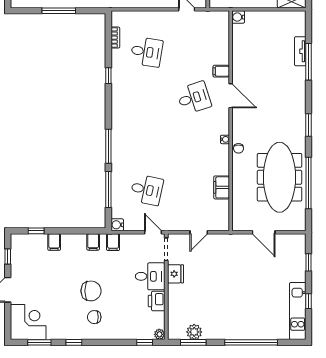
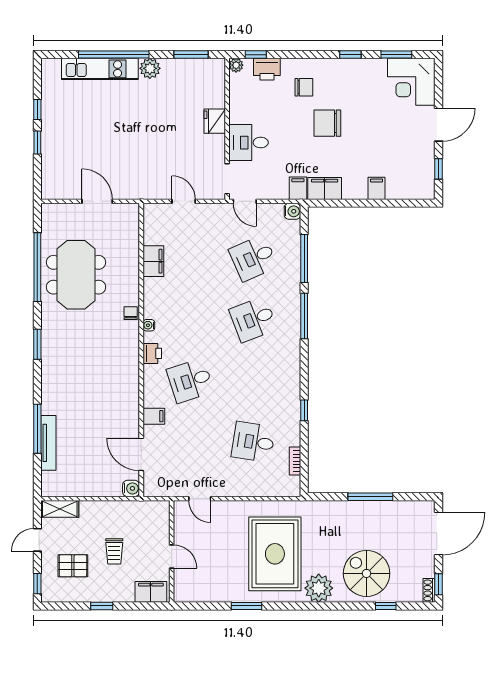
tv unit: (300, 51) -> (48, 443), width x1.41
door: (231, 96) -> (141, 454), moved
printer: (222, 118) -> (152, 353), added
desk: (147, 144) -> (253, 319), added
meeting table: (280, 177) -> (76, 275), width x0.73
desk: (147, 190) -> (253, 258), turned -36
window: (36, 231) -> (401, 203), removed
door: (199, 232) -> (184, 201), hinge flipped
filing cabinet: (93, 242) -> (325, 188), width x2.00
window: (308, 262) -> (37, 142), moved
fridge: (175, 274) -> (215, 121), moved
printer: (157, 301) -> (267, 69), moved, turned 90
kitchen unit: (298, 311) -> (100, 69), moved, turned 90
chair: (94, 317) -> (304, 87), moved
plant: (194, 332) -> (150, 68), moved

